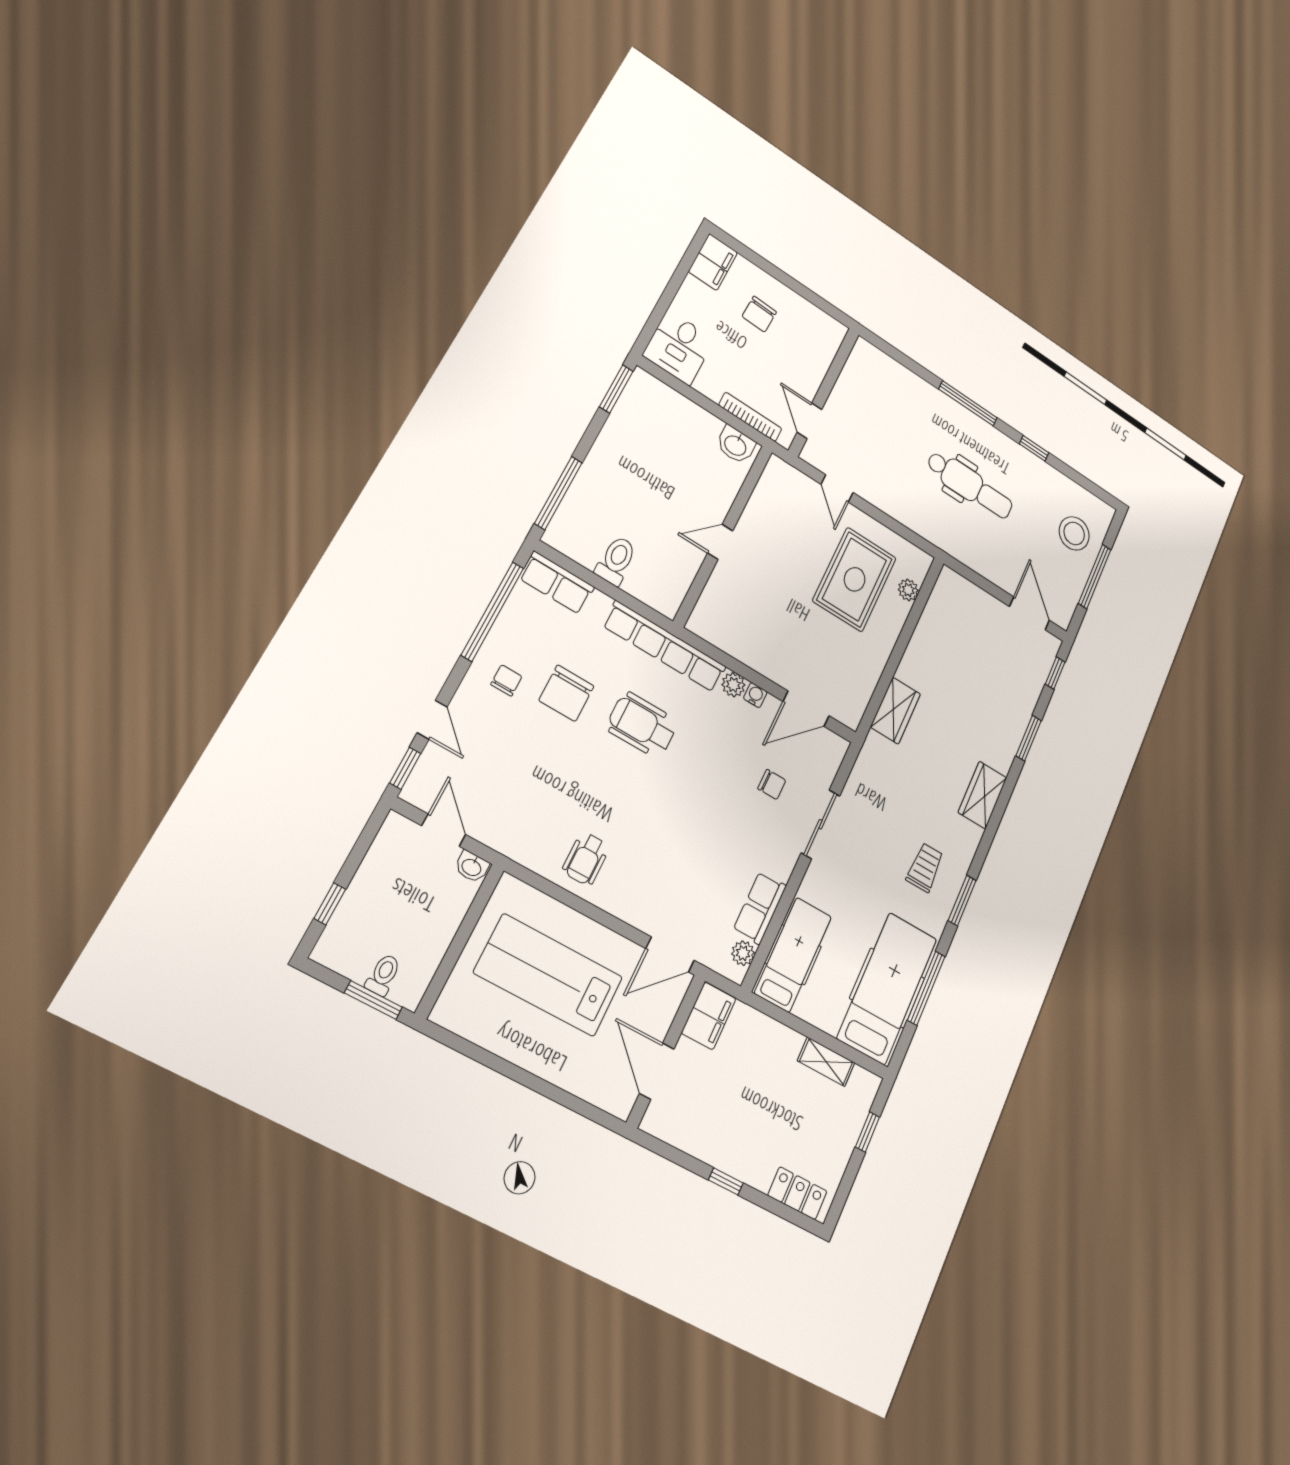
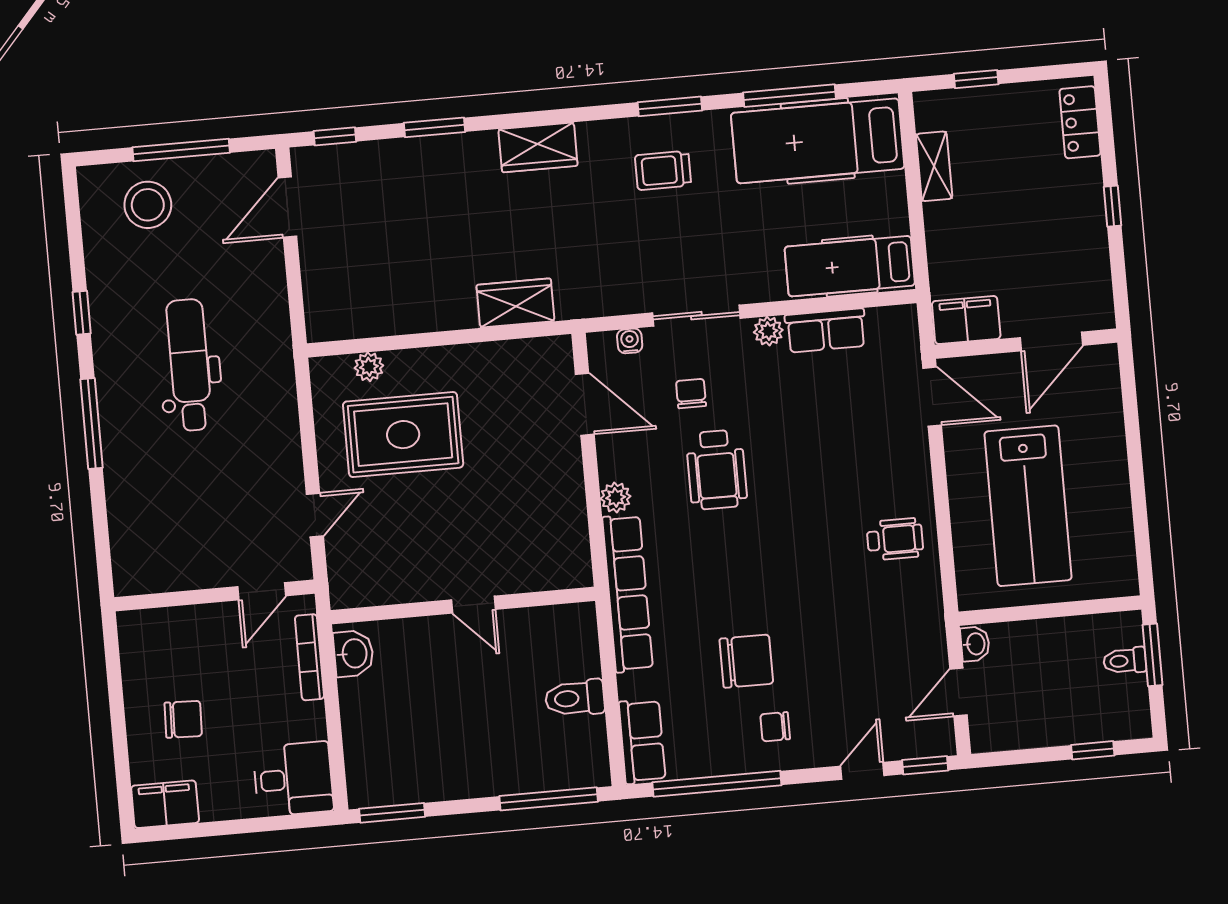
water cooler: (755, 695) -> (630, 341), moved, turned 90
wheelchair: (642, 725) -> (716, 470), moved
plant: (743, 953) -> (768, 331), moved

